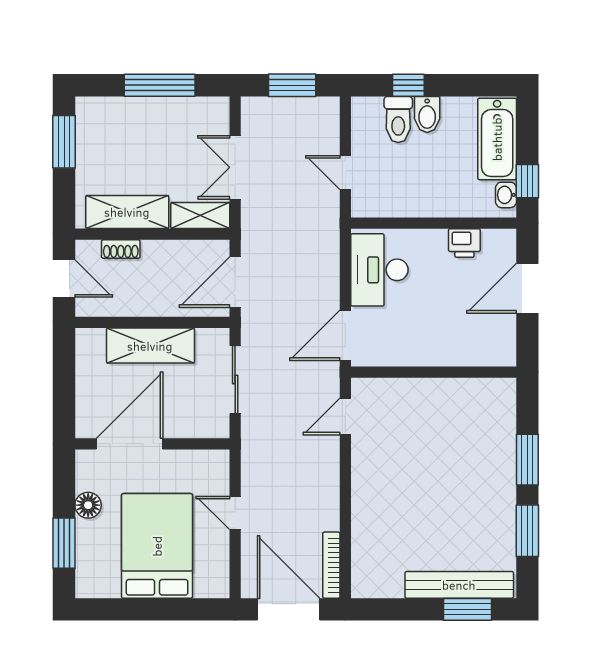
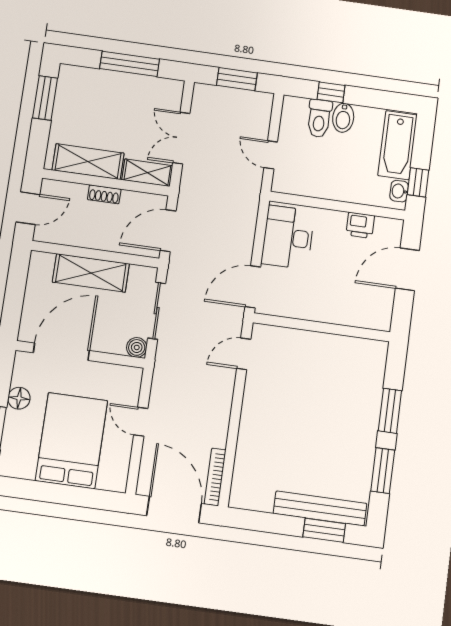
shoe rack: (121, 249) -> (104, 194), moved
door: (64, 278) -> (28, 208), hinge flipped
boiler: (218, 426) -> (137, 347), added

